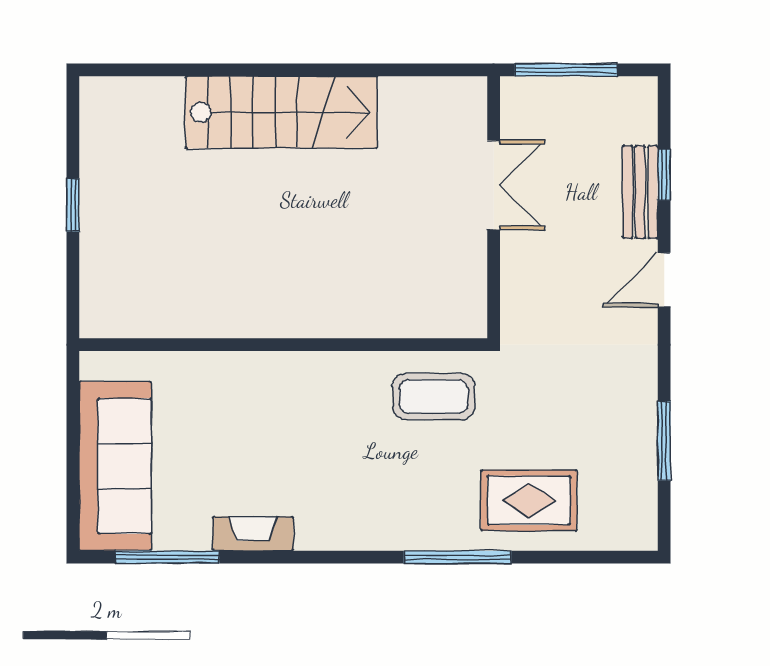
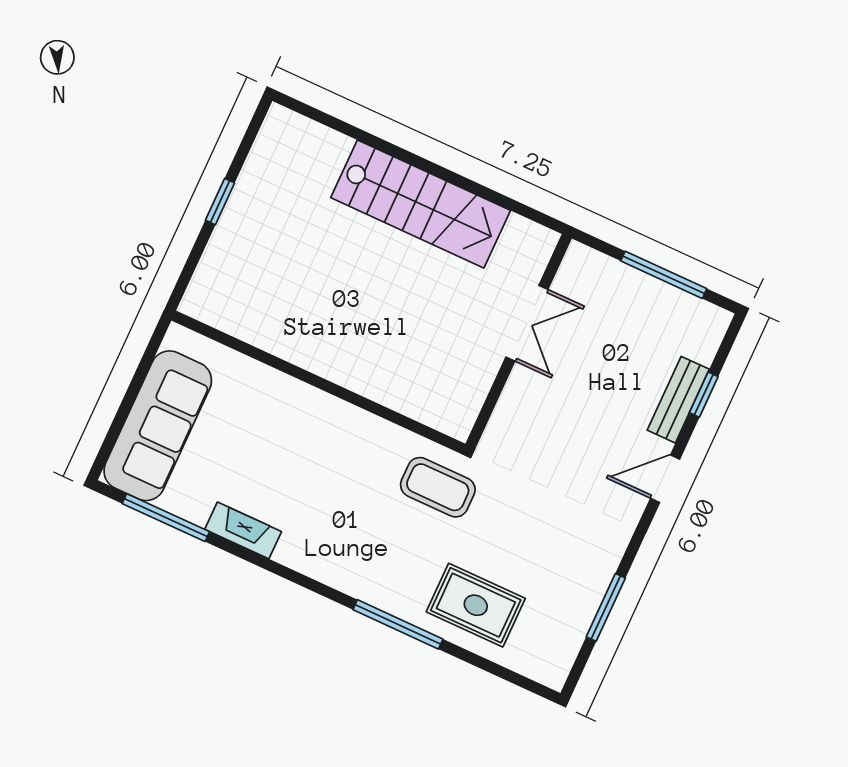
double door: (494, 185) -> (527, 323), moved
wall: (494, 207) -> (519, 341), moved

